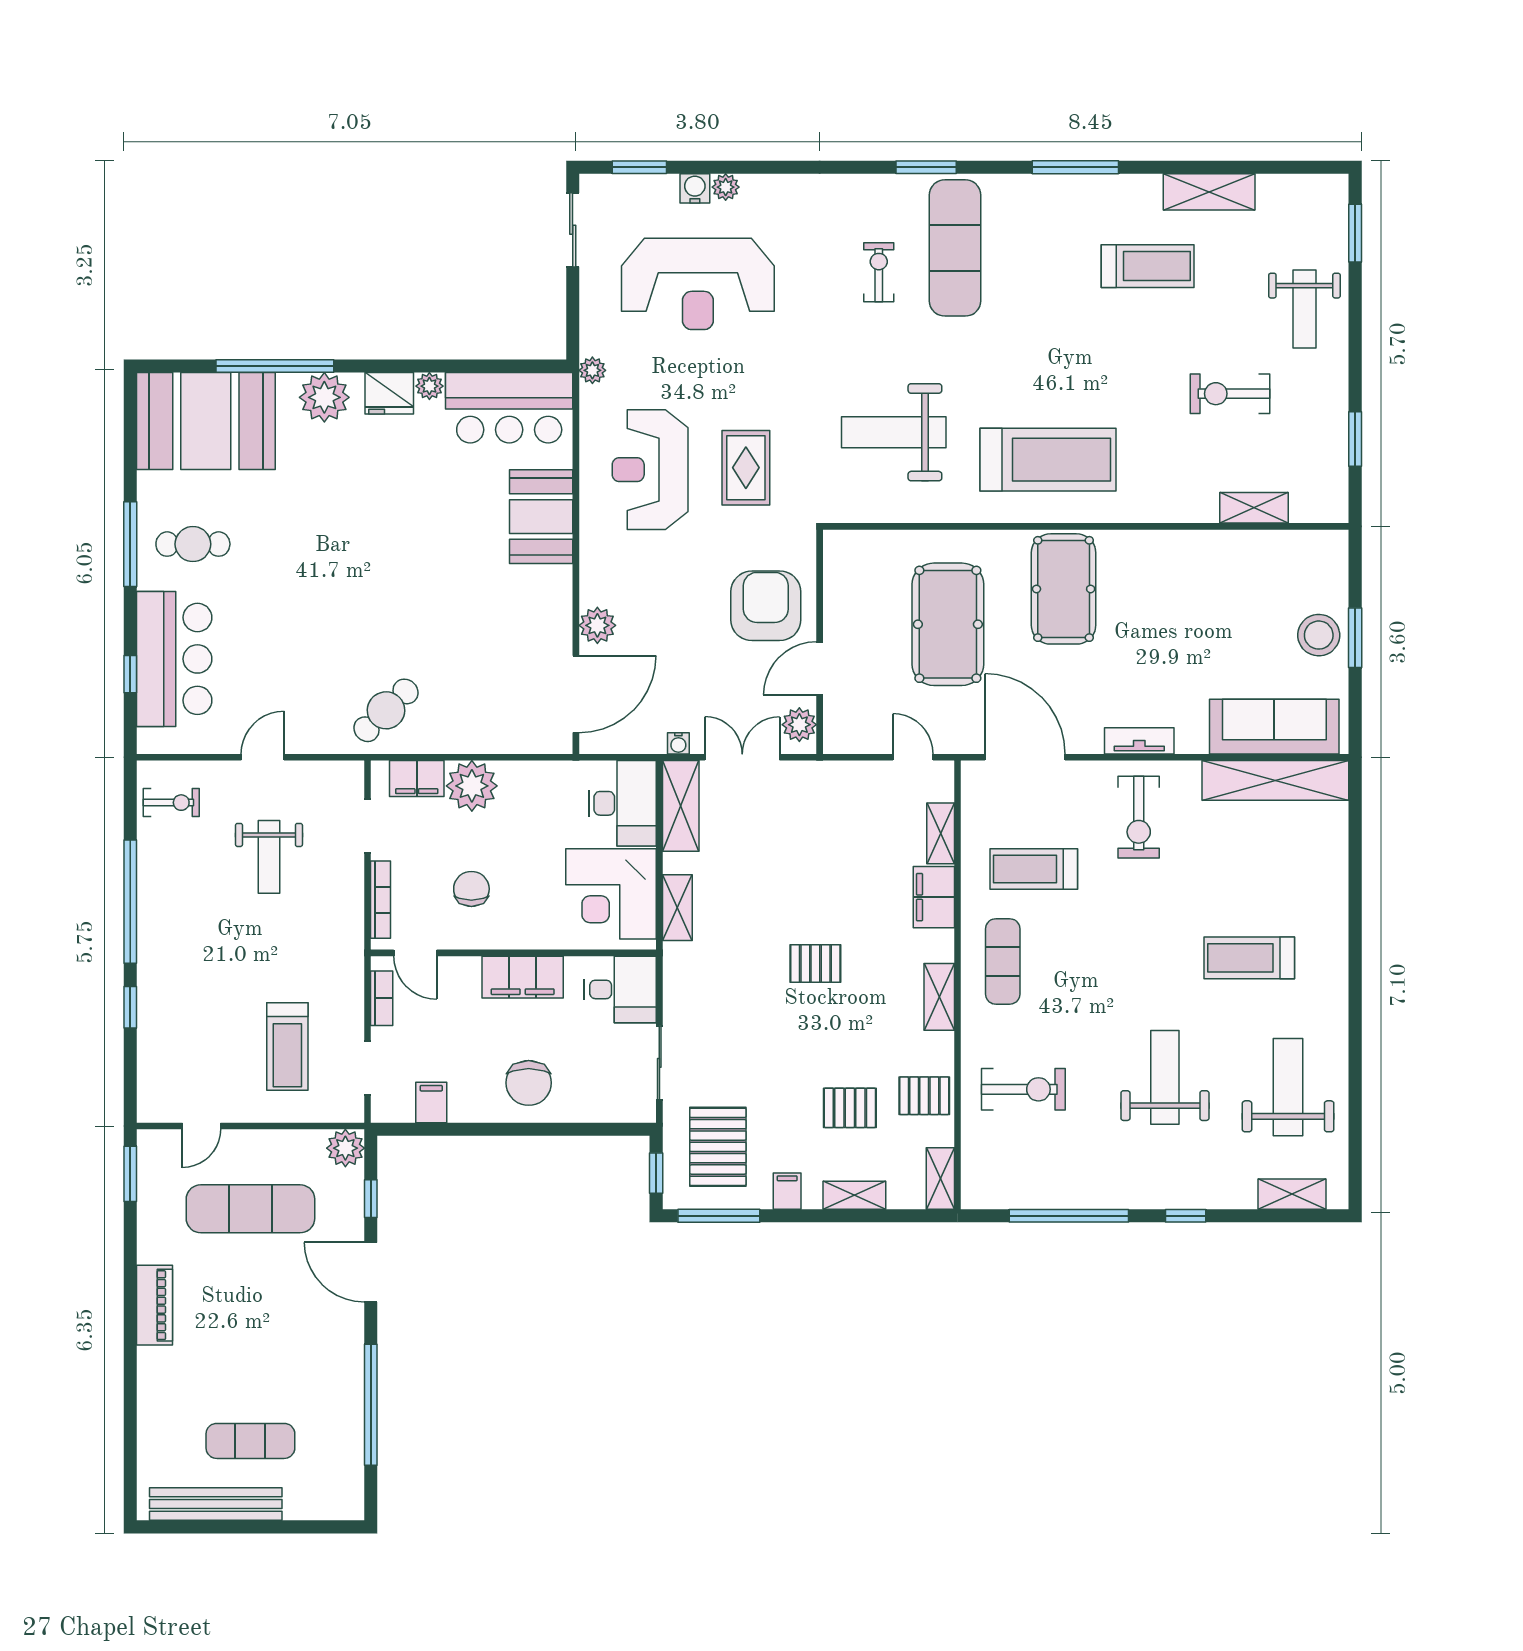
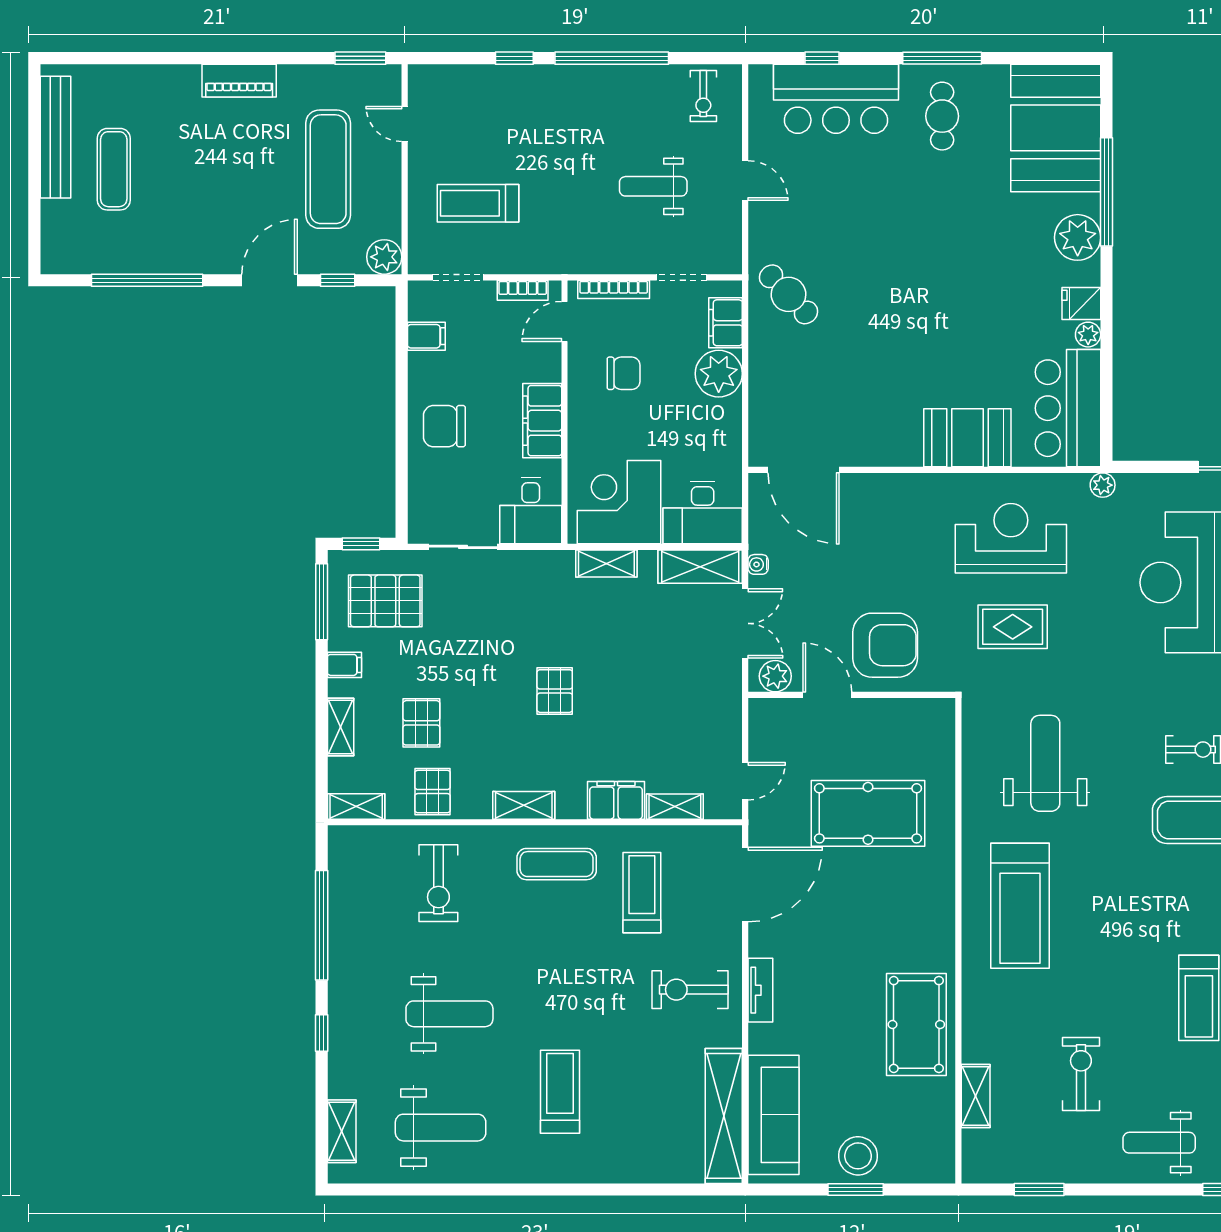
fridge: (389, 393) -> (1081, 304), width x0.72
pool table: (1064, 589) -> (916, 1024), moved, turned 90
plant: (597, 625) -> (867, 490), removed

